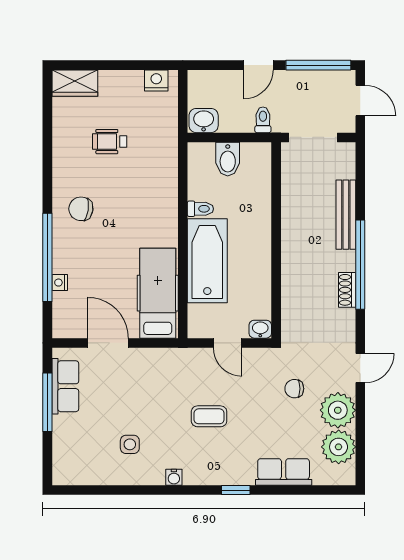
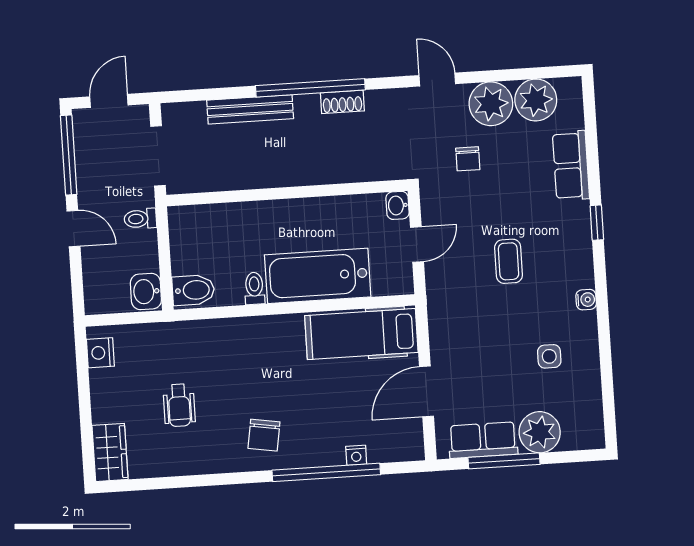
bidet: (228, 159) -> (193, 290), moved
plant: (69, 433) -> (540, 432), added

